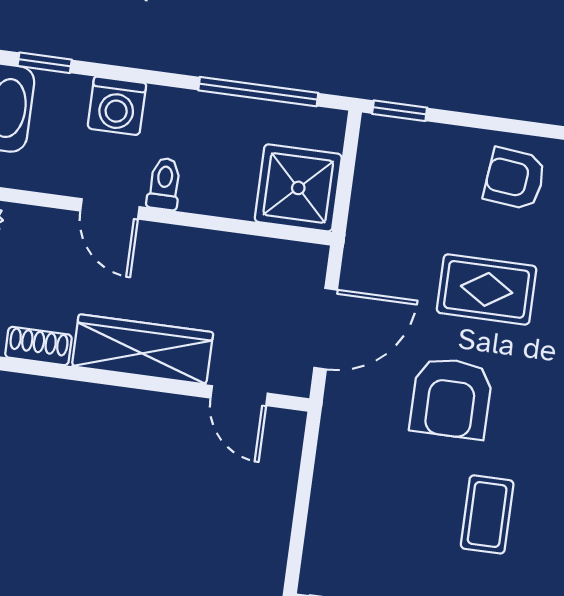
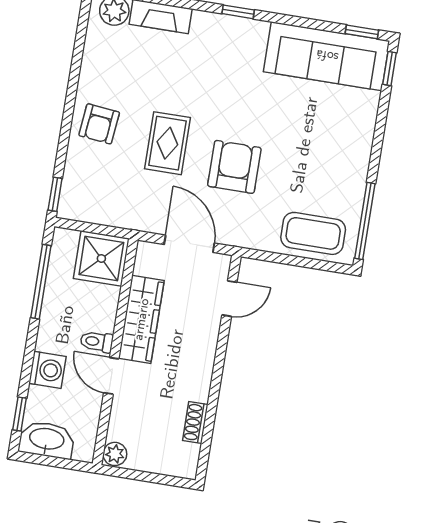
door: (110, 209) -> (111, 376), swing flipped
wardrobe: (143, 349) -> (141, 319), moved, turned 180
armchair: (451, 398) -> (234, 167), turned -90
coffee table: (487, 514) -> (313, 233), moved, width x1.36, depth x1.30

